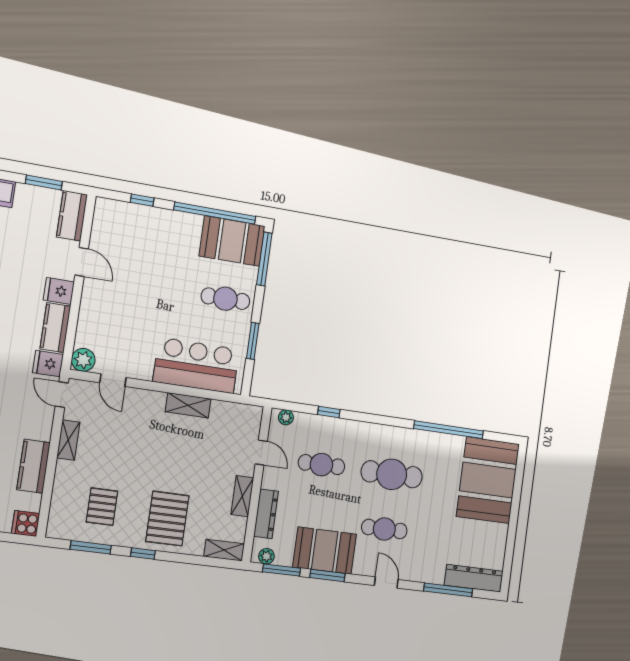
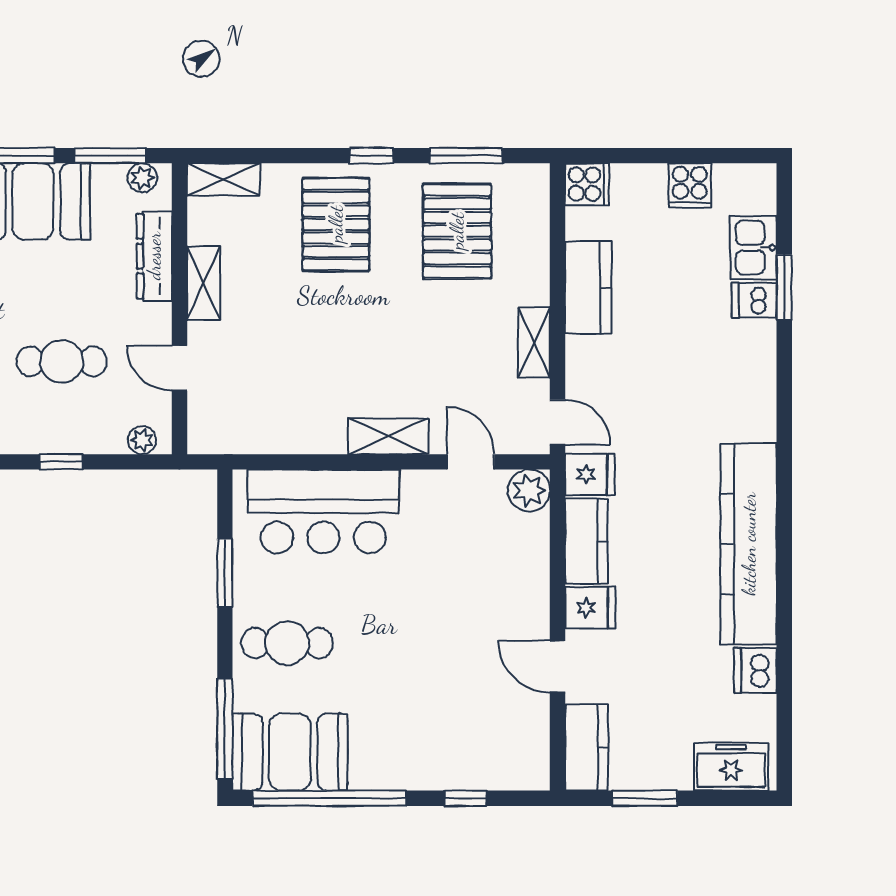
shelving: (188, 405) -> (388, 436), moved
pallet: (102, 507) -> (457, 231), width x1.50, depth x1.42

